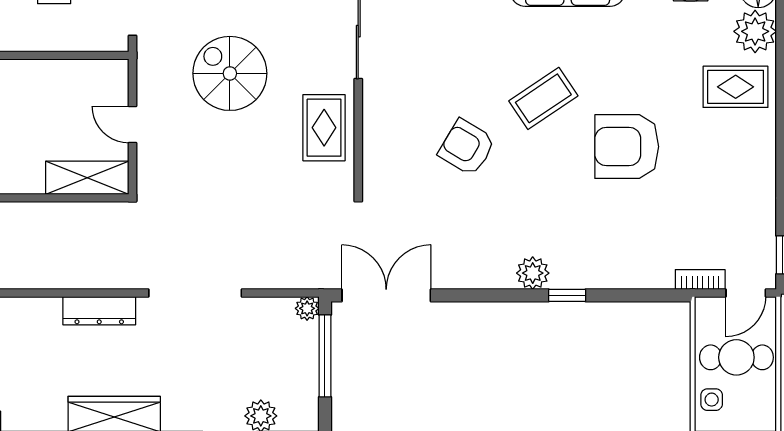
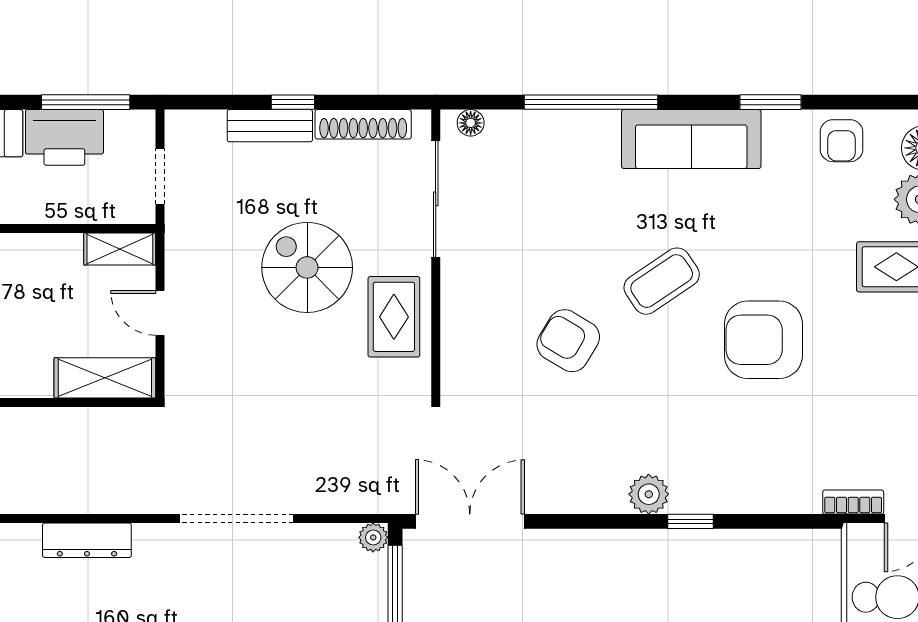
shelving: (100, 72) -> (120, 249), added
spiral stairs: (230, 73) -> (307, 267), moved
dresser: (99, 311) -> (87, 540), moved

